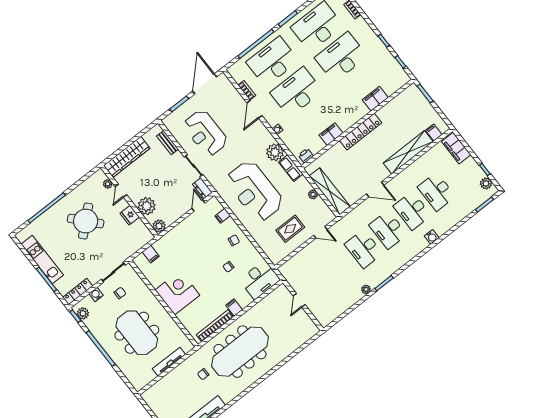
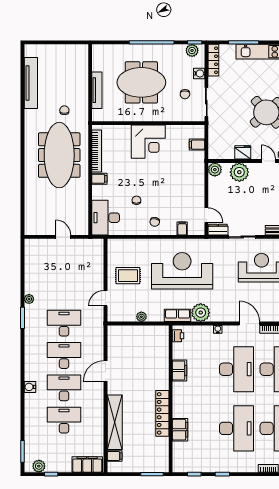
locker: (361, 132) -> (162, 413), moved
shelving: (330, 191) -> (133, 332), removed
rug: (290, 229) -> (128, 276), turned 90

